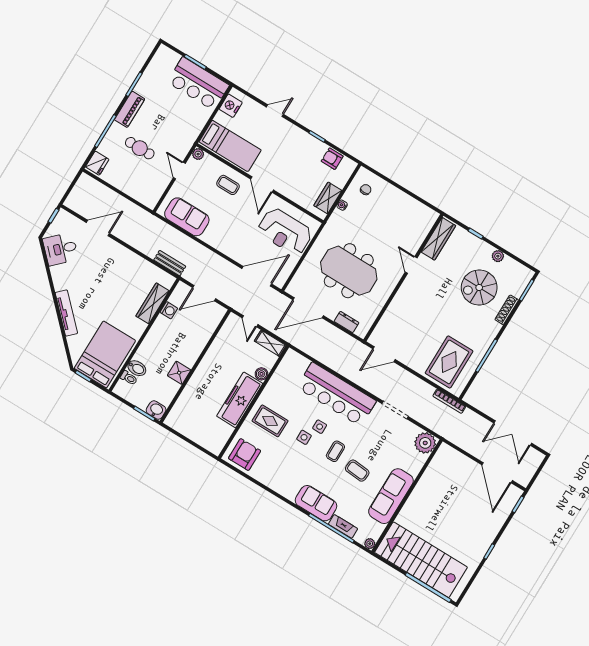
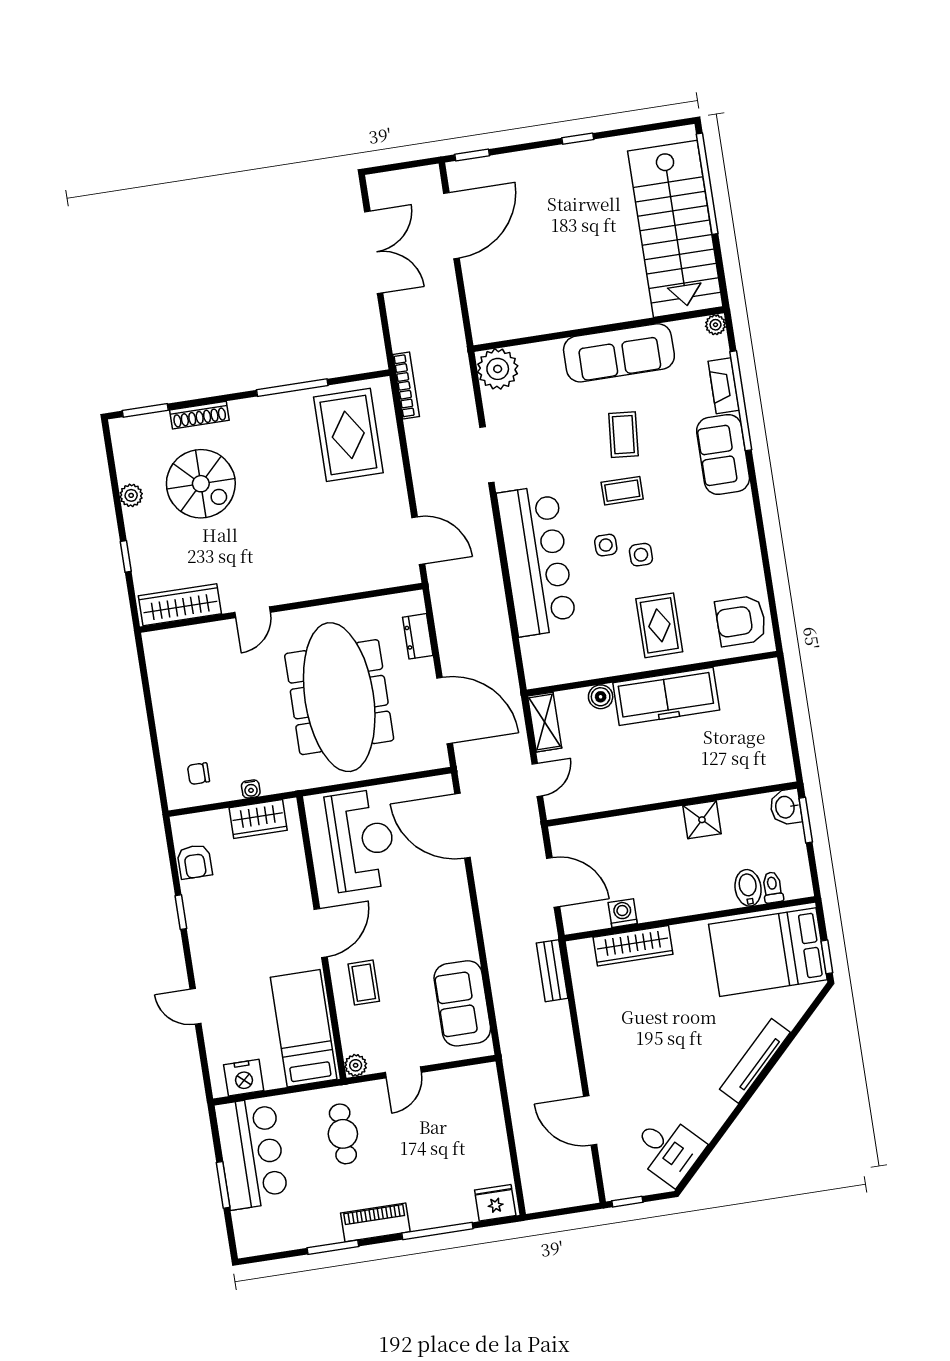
cafe table: (140, 148) -> (343, 1134), moved
meeting table: (349, 271) -> (339, 697), width x1.36
rug: (449, 362) -> (348, 435), turned 90

